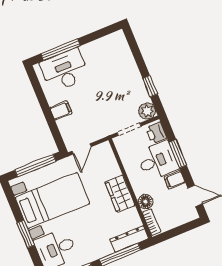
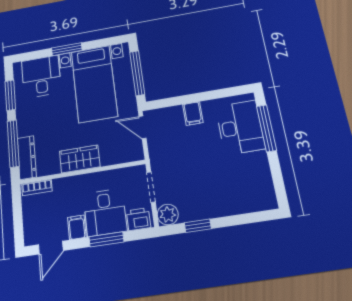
floor lamp: (146, 202) -> (62, 186), removed

